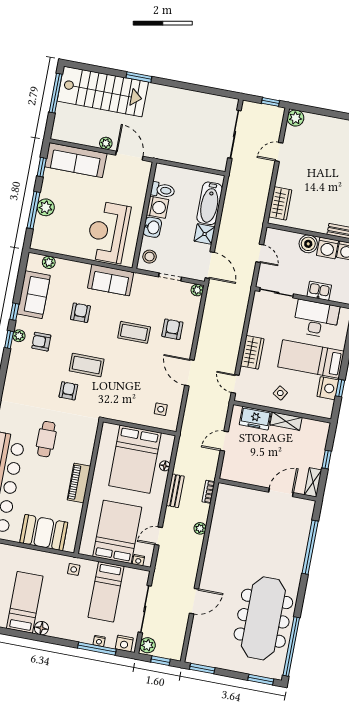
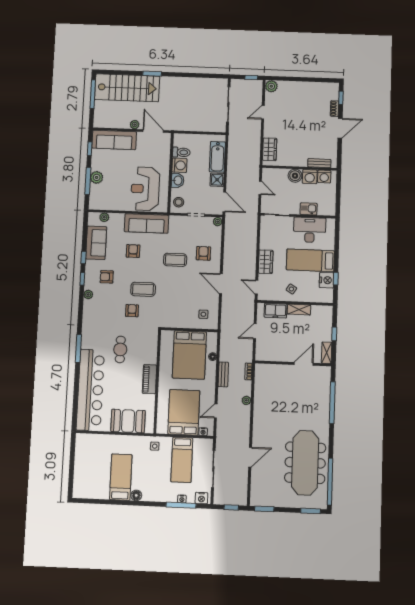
sofa: (111, 280) -> (146, 223), width x1.36
plant: (19, 336) -> (88, 294), moved
plant: (148, 645) -> (219, 497), removed

